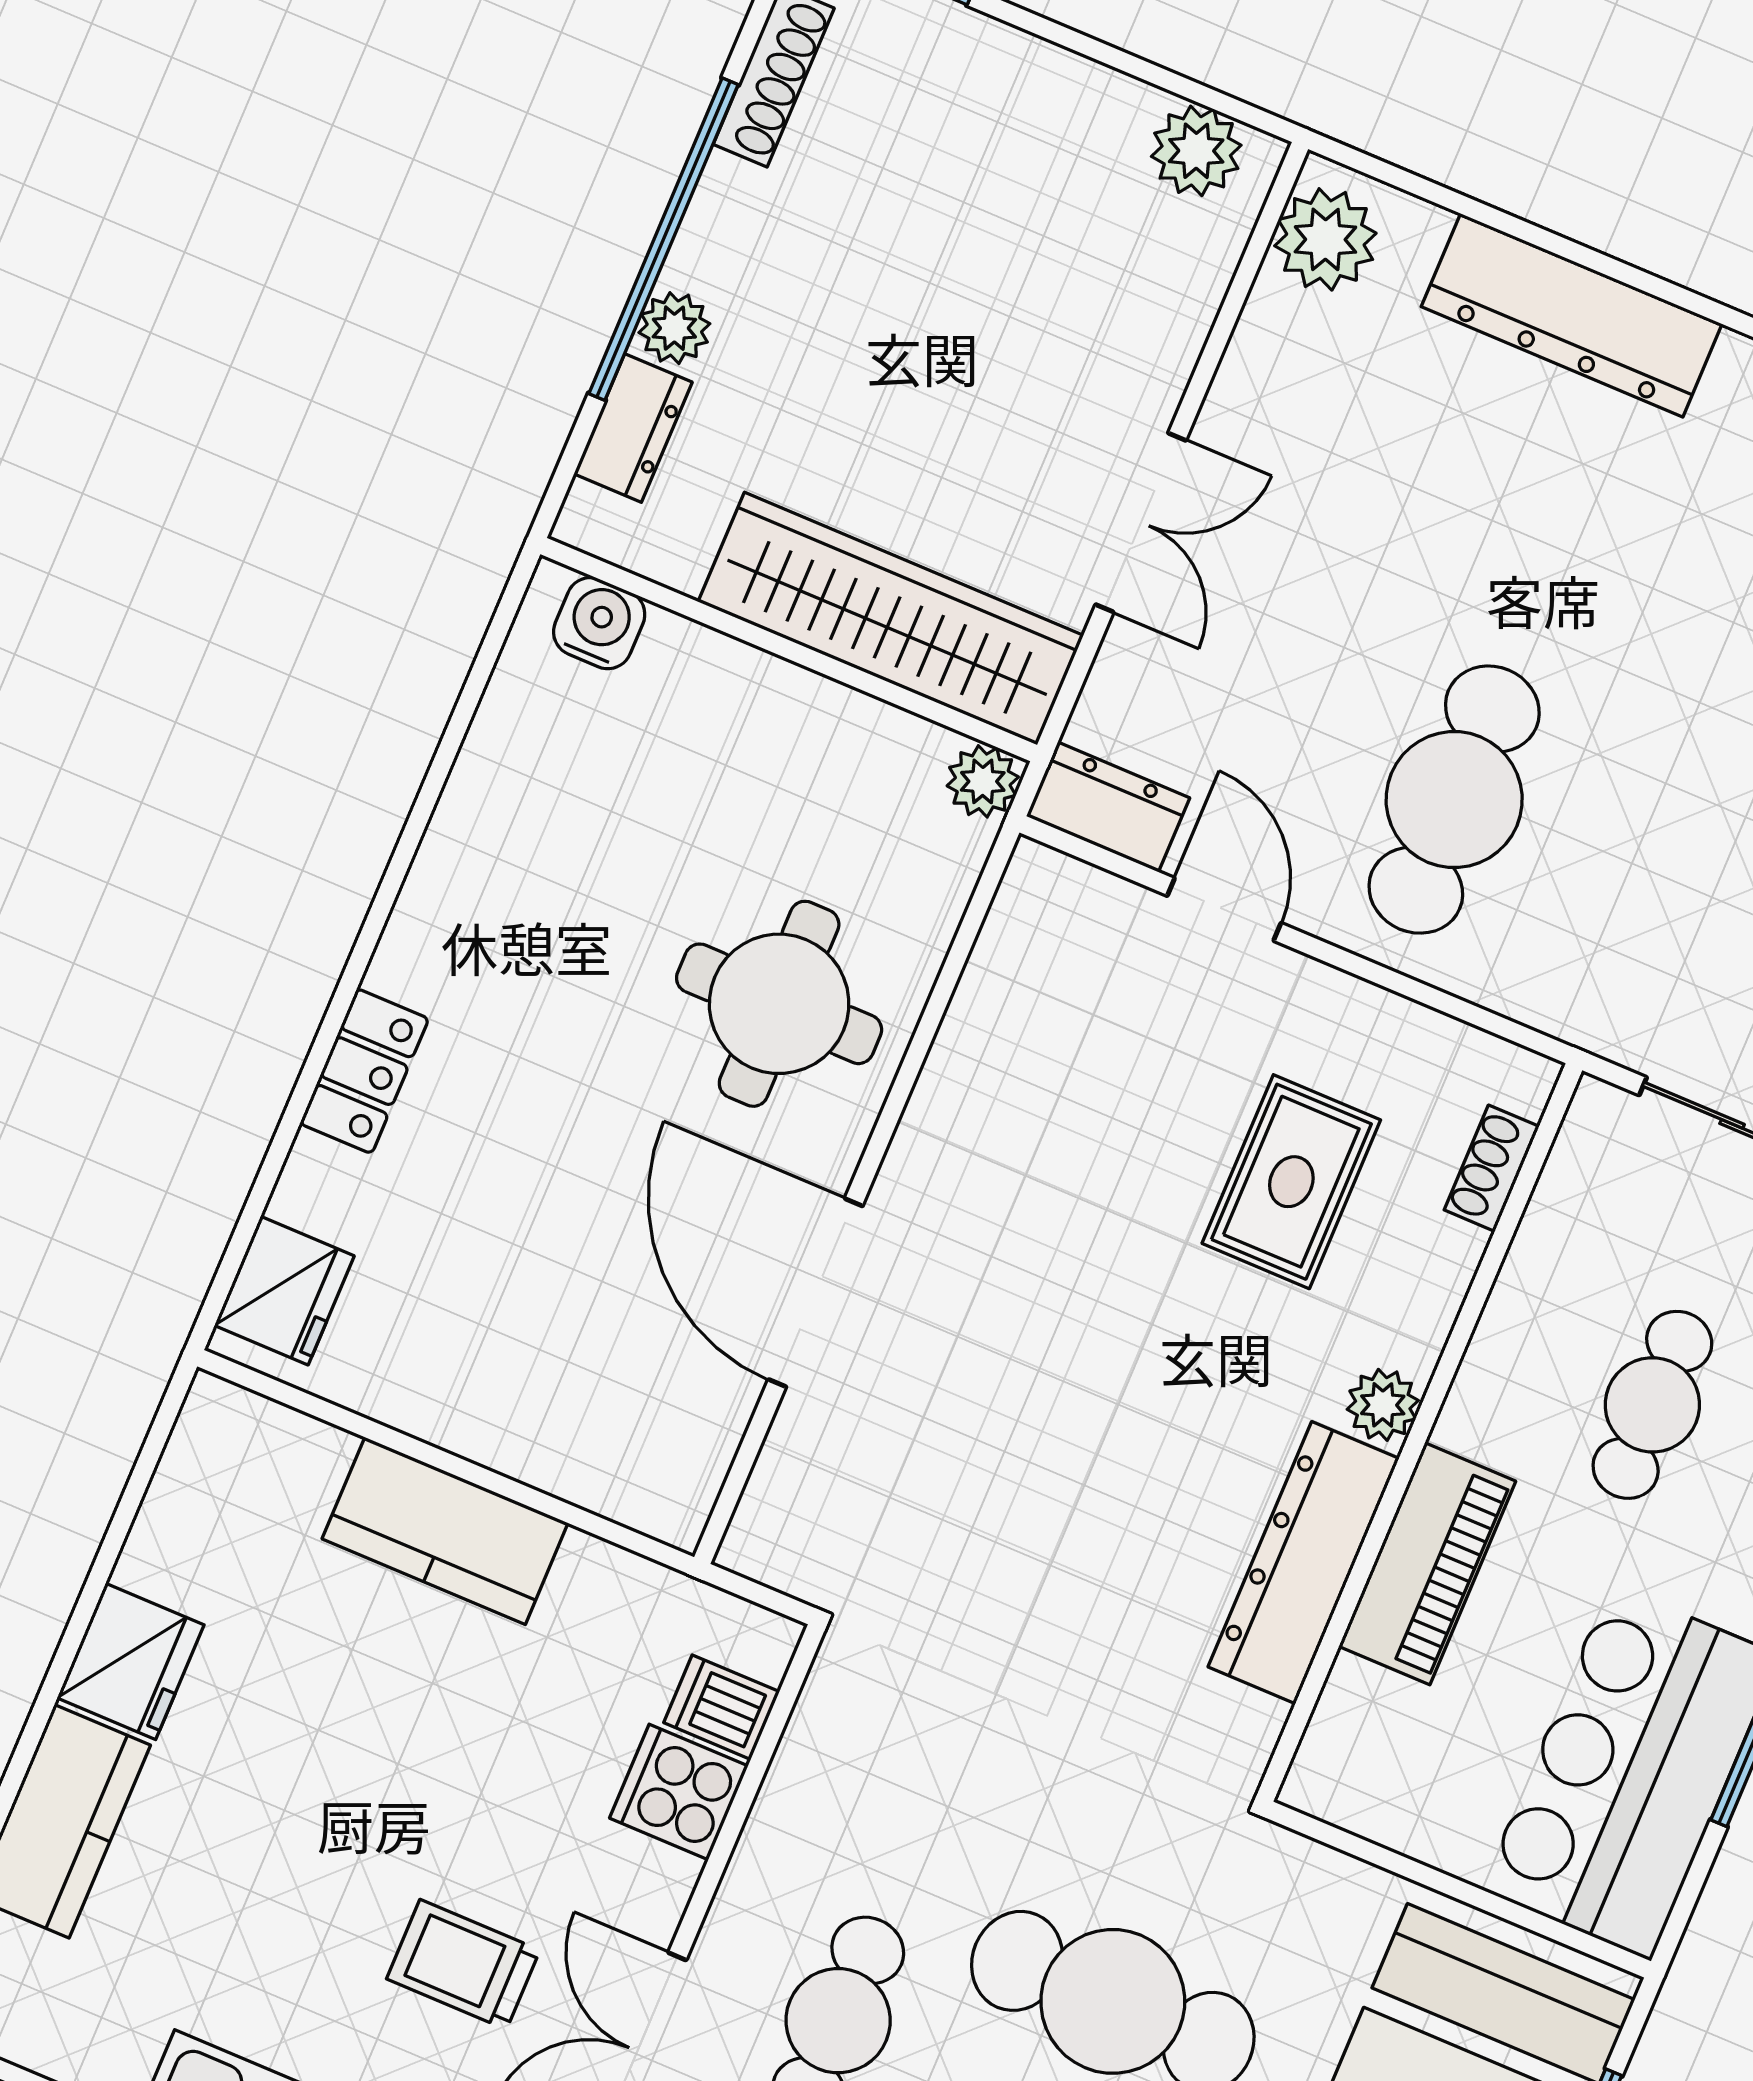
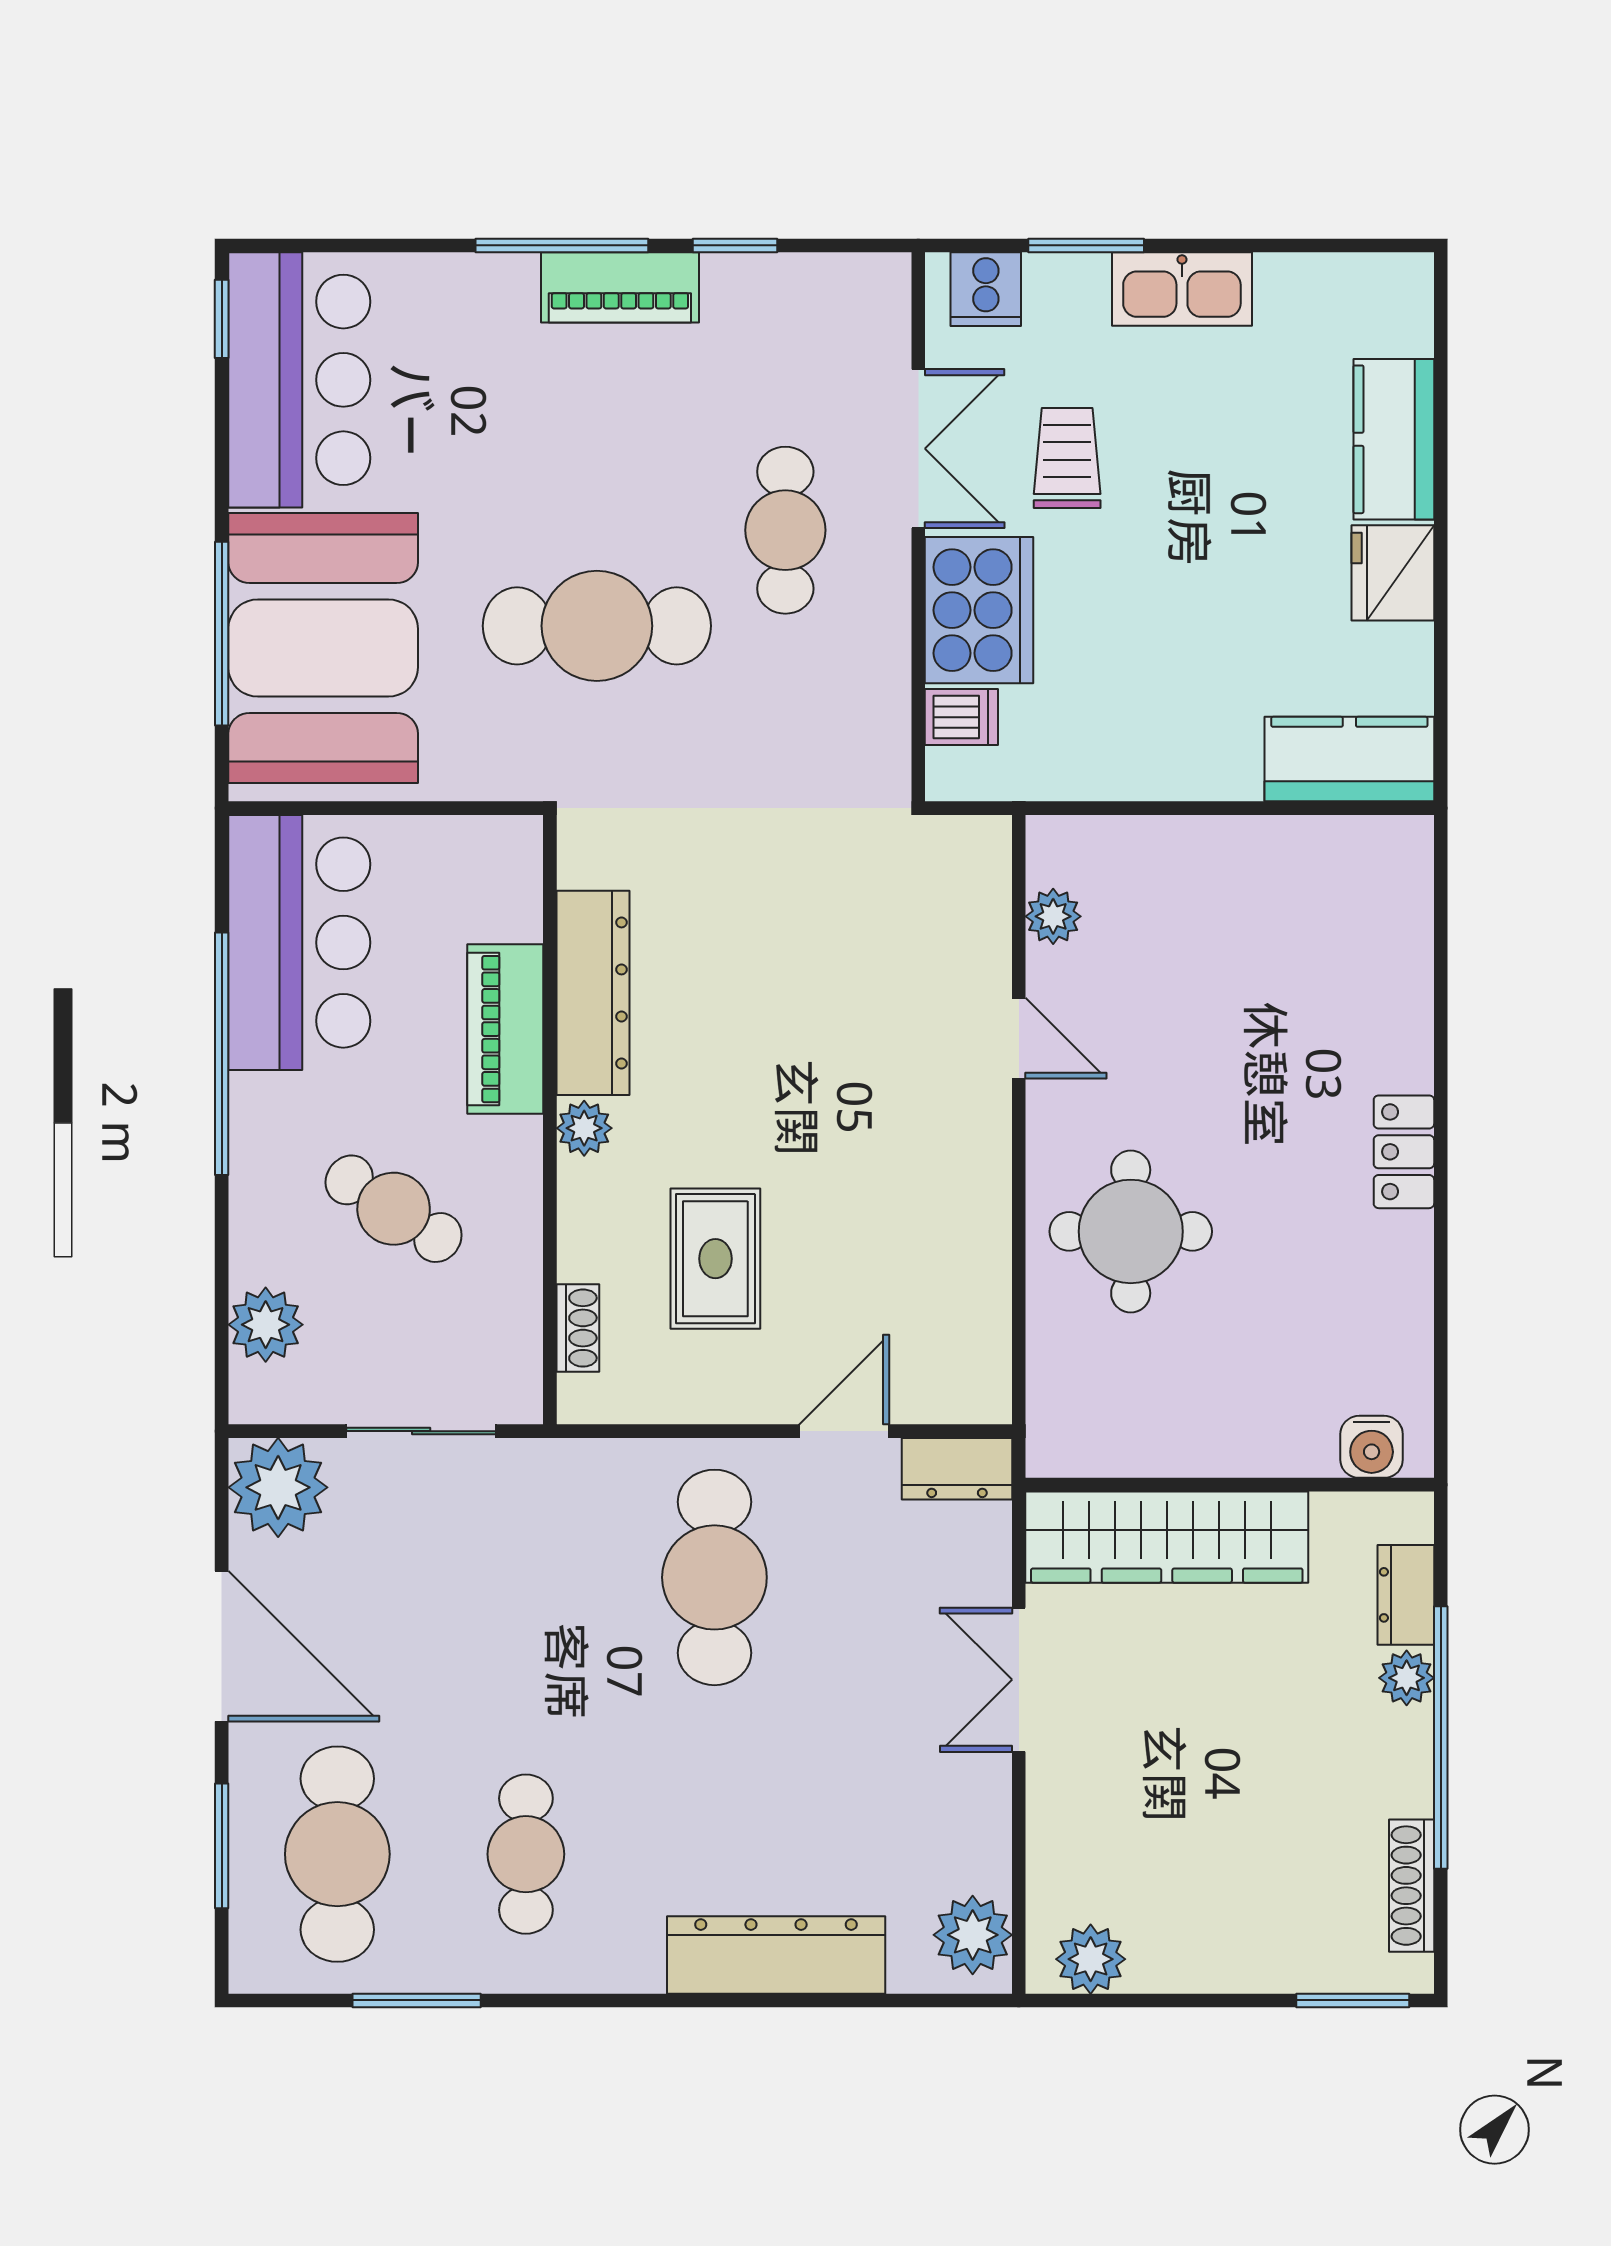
plant: (983, 781) -> (1053, 916), moved
door: (1224, 909) -> (844, 1431), swing flipped
locker: (364, 1071) -> (1404, 1152), moved
fridge: (284, 1291) -> (1395, 881), removed
door: (815, 1293) -> (1019, 1038), width x0.53
cafe table: (1652, 1405) -> (394, 1209), turned -57
kitchen counter: (445, 1531) -> (1349, 759), moved
cooker: (679, 1792) -> (979, 610), width x1.87, depth x1.31
trolley: (463, 1964) -> (1067, 458), turned -90

